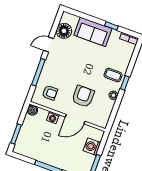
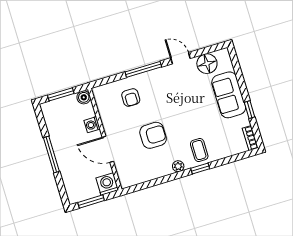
boiler: (32, 110) -> (84, 97), moved
wall: (68, 116) -> (105, 139), moved
washing machine: (53, 117) -> (92, 125), moved
door: (75, 119) -> (108, 149), moved

